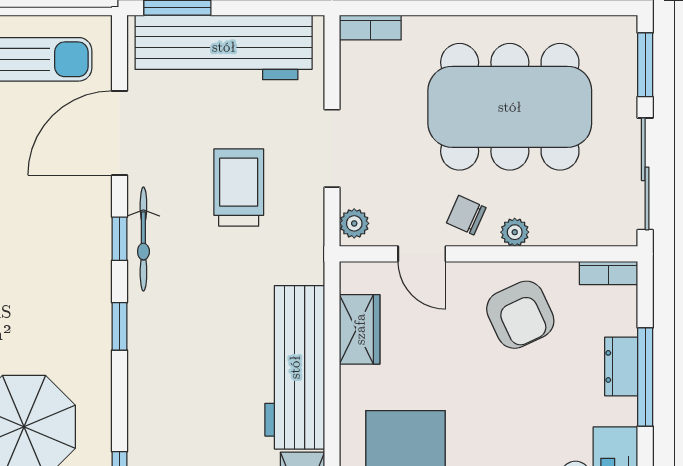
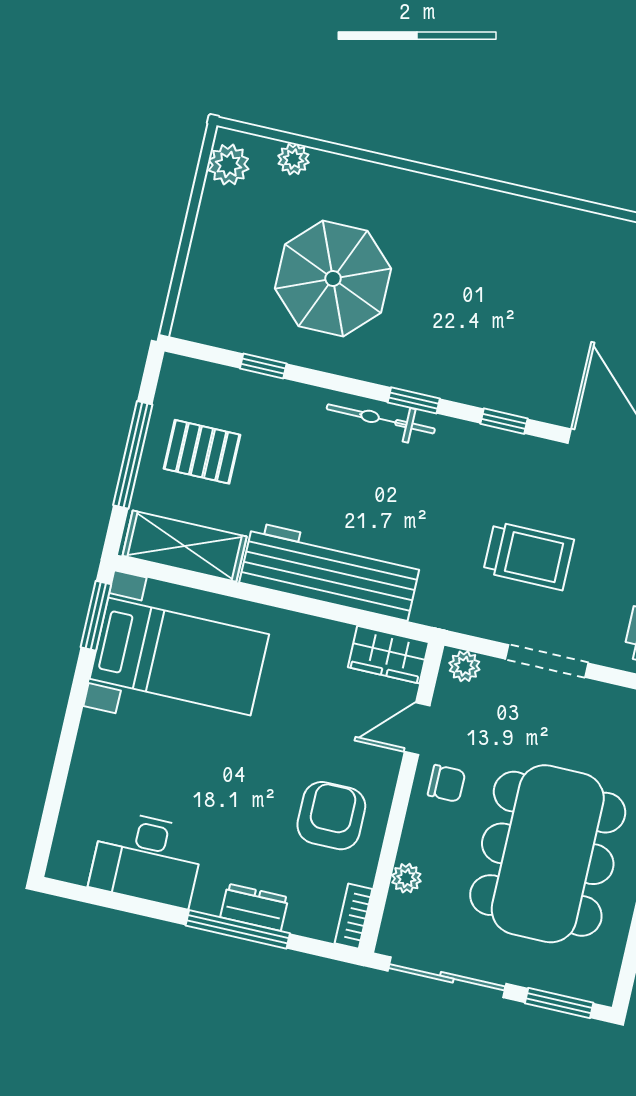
chair: (466, 215) -> (447, 783), turned 66
plant: (515, 232) -> (406, 878), moved
bicycle: (143, 239) -> (381, 419), moved
armchair: (520, 315) -> (331, 816), turned 115
wardrobe: (360, 329) -> (388, 655), moved

